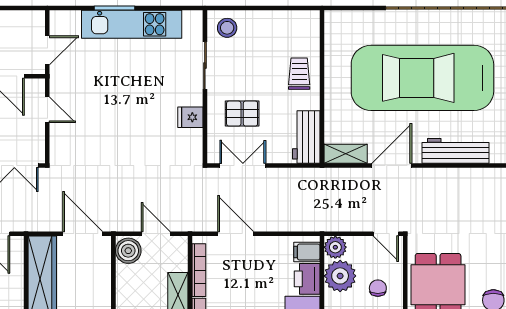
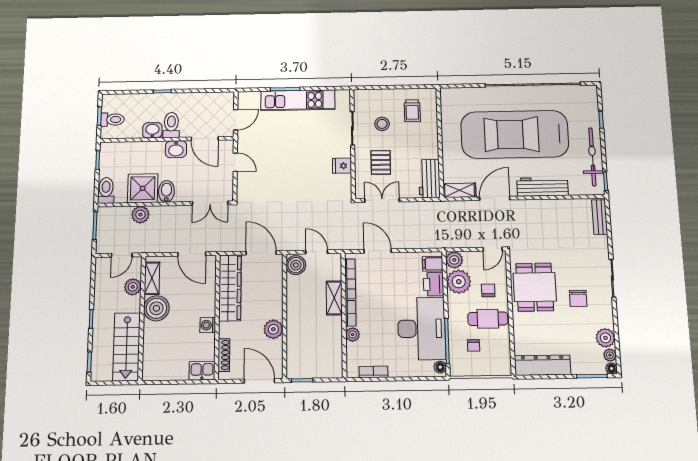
stool: (227, 28) -> (382, 124), moved
trolley: (299, 74) -> (412, 111), moved, turned 180
pallet: (242, 114) -> (381, 162), turned 90
door: (386, 234) -> (493, 249), hinge flipped

